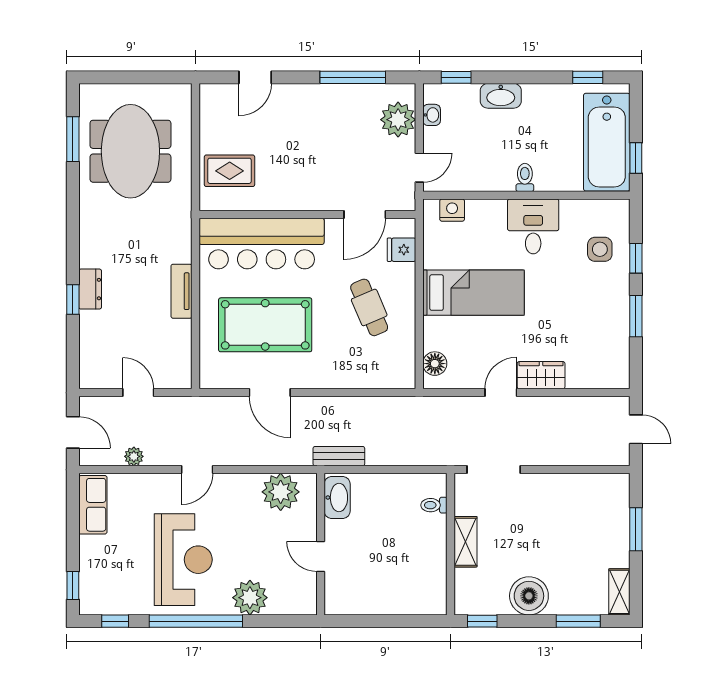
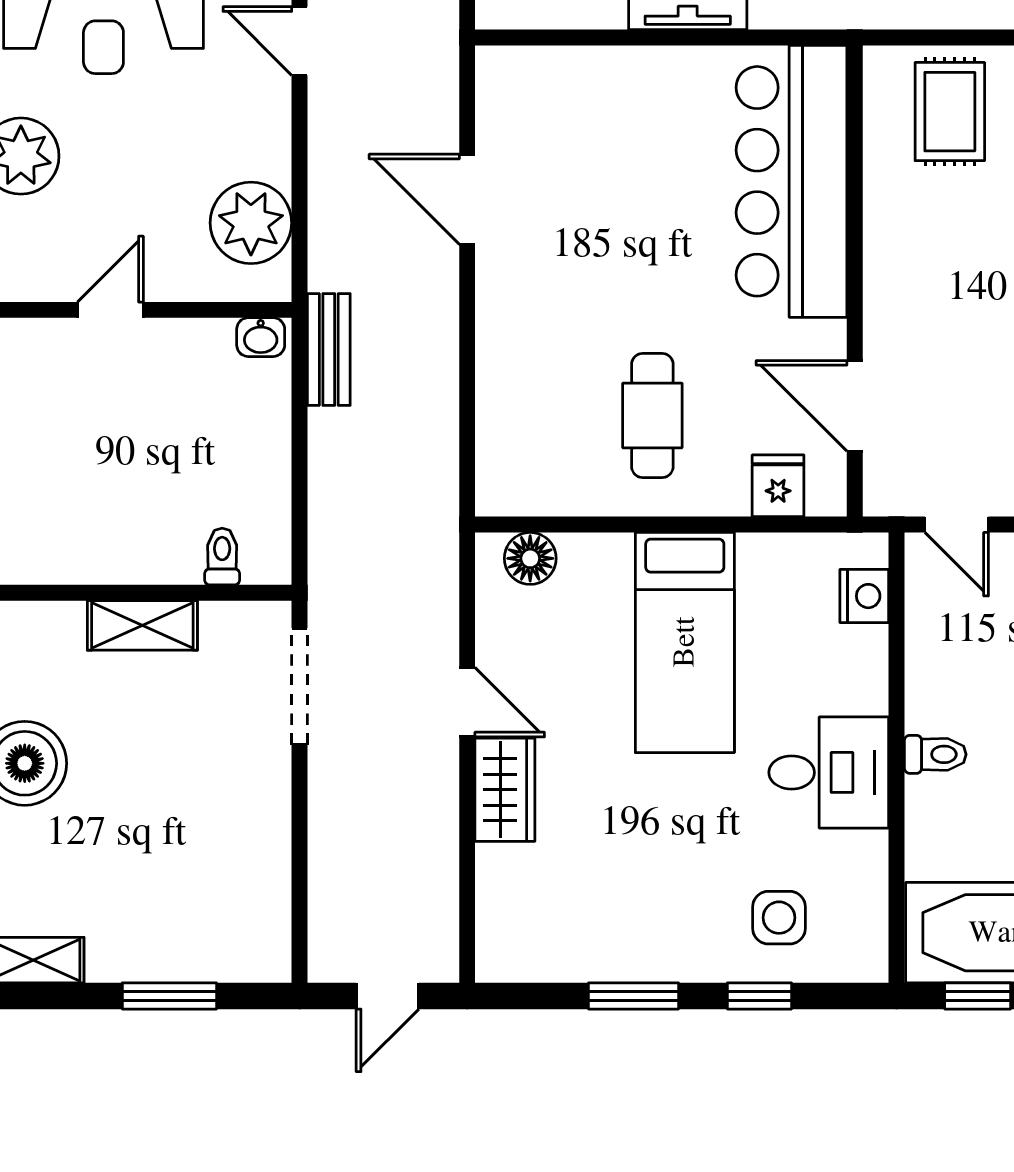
cafe table: (369, 307) -> (652, 415), turned -67
pool table: (265, 325) -> (615, 189), removed
door: (270, 393) -> (467, 199), hinge flipped
washbasin: (337, 497) -> (261, 337), width x0.52, depth x0.69

